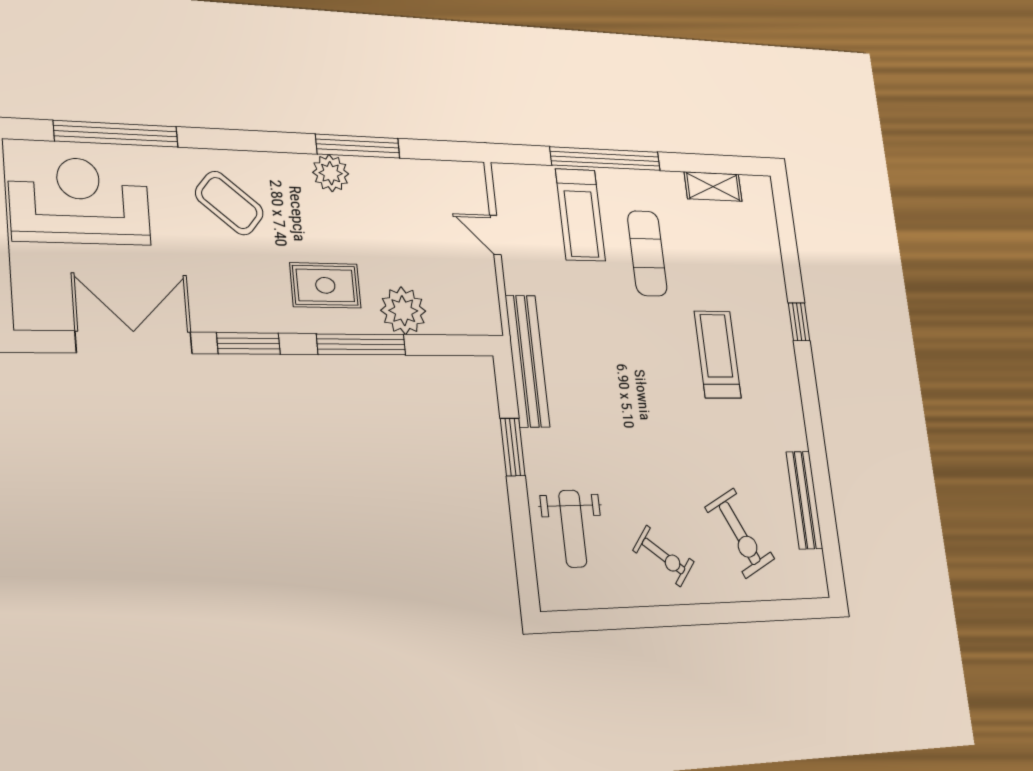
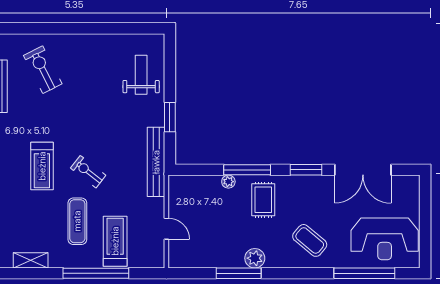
rug: (325, 285) -> (263, 200), turned 90
plant: (403, 311) -> (228, 182), width x0.53, depth x0.53
exercise bike: (664, 556) -> (88, 172), moved

